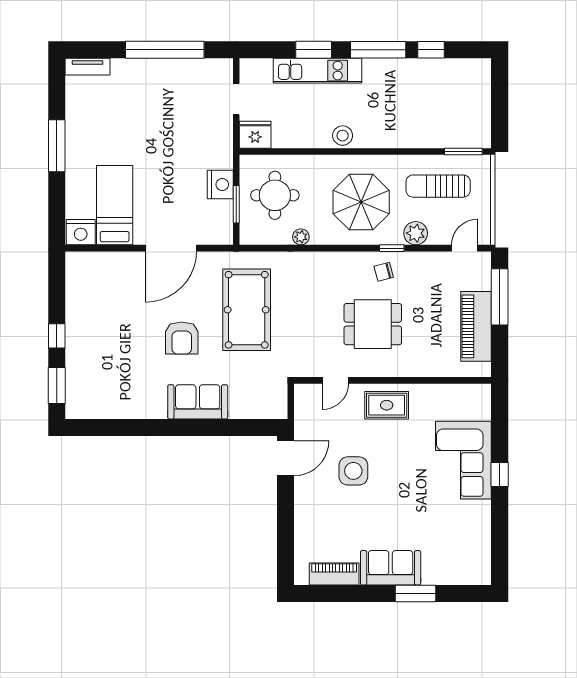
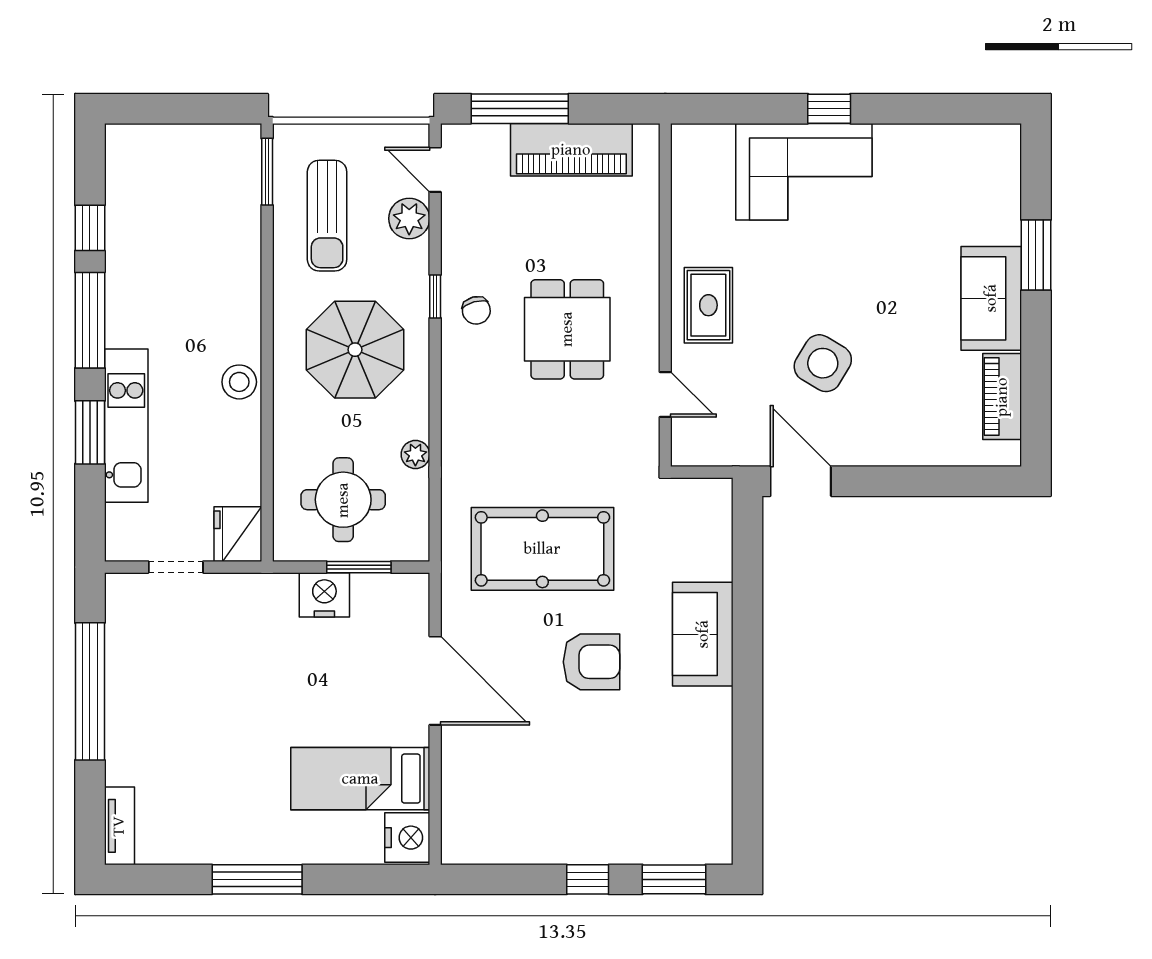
plant: (416, 233) -> (409, 219), moved
side table: (353, 471) -> (823, 363), turned 31

